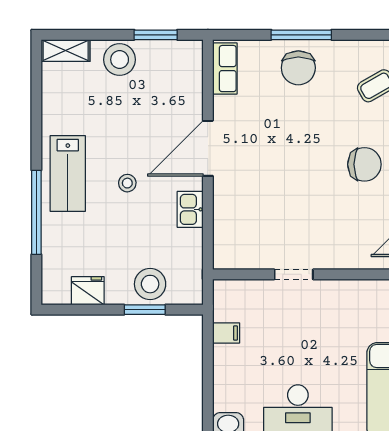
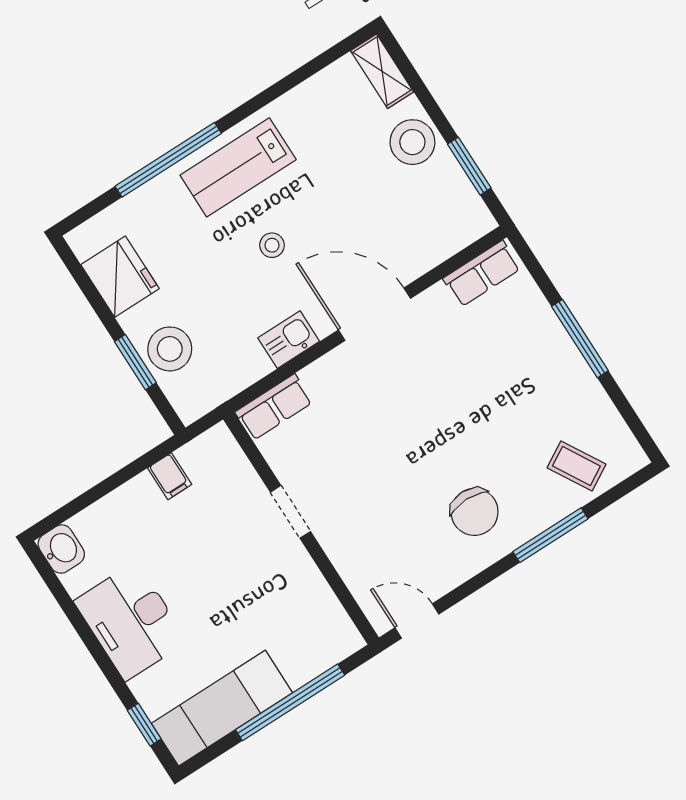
chair: (298, 68) -> (539, 360), removed
row of seats: (225, 244) -> (274, 407), added
fridge: (88, 291) -> (120, 277), width x1.36, depth x1.34

